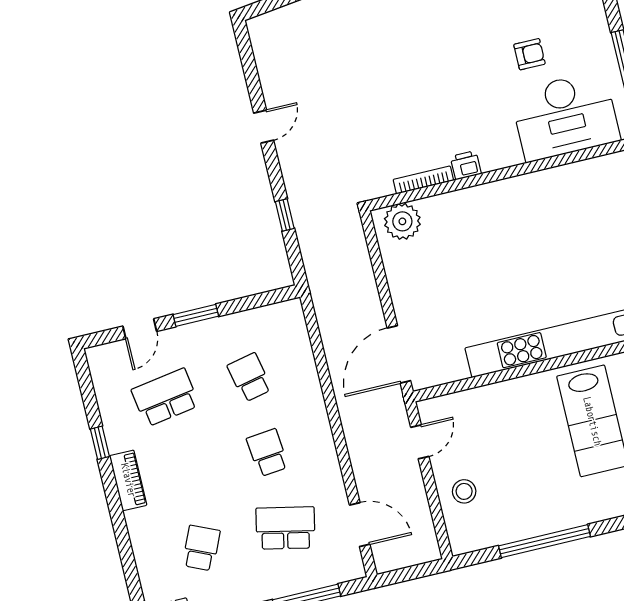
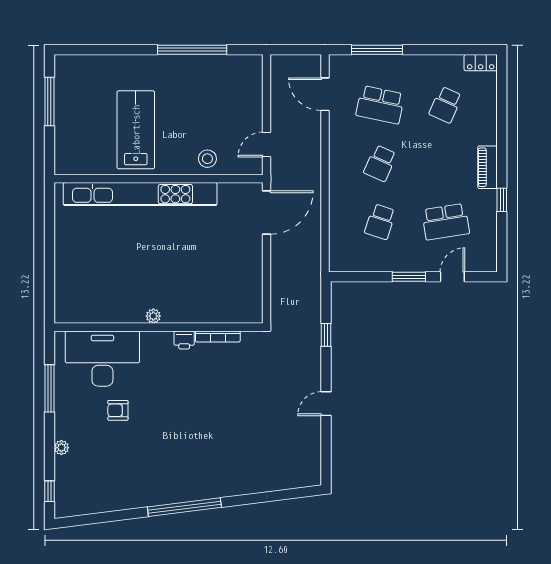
plant: (402, 221) -> (153, 316), moved, width x0.53, depth x0.53
school desk: (250, 377) -> (380, 222), turned 30
school desk: (268, 453) -> (380, 163), turned 30
stool: (464, 491) -> (207, 159), moved

